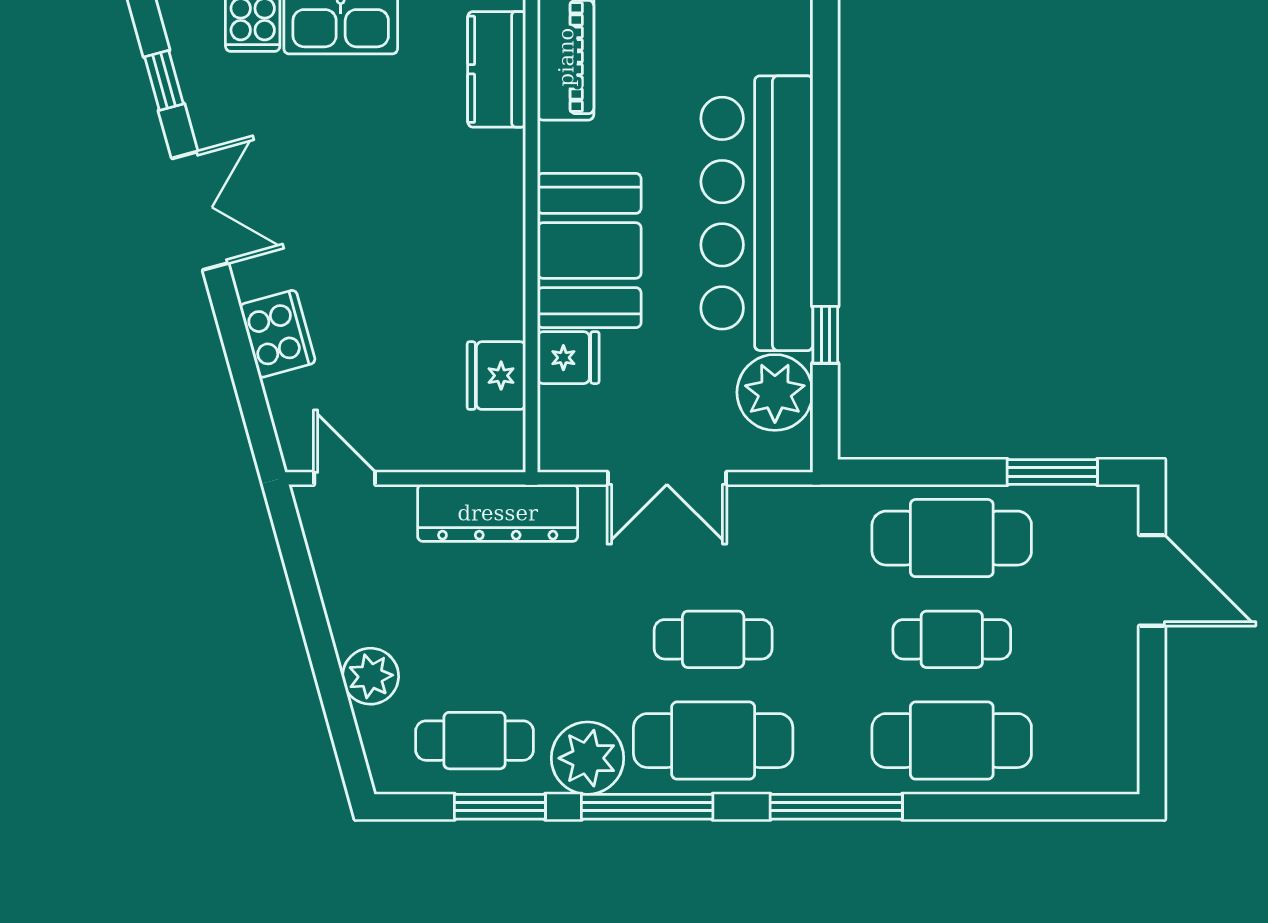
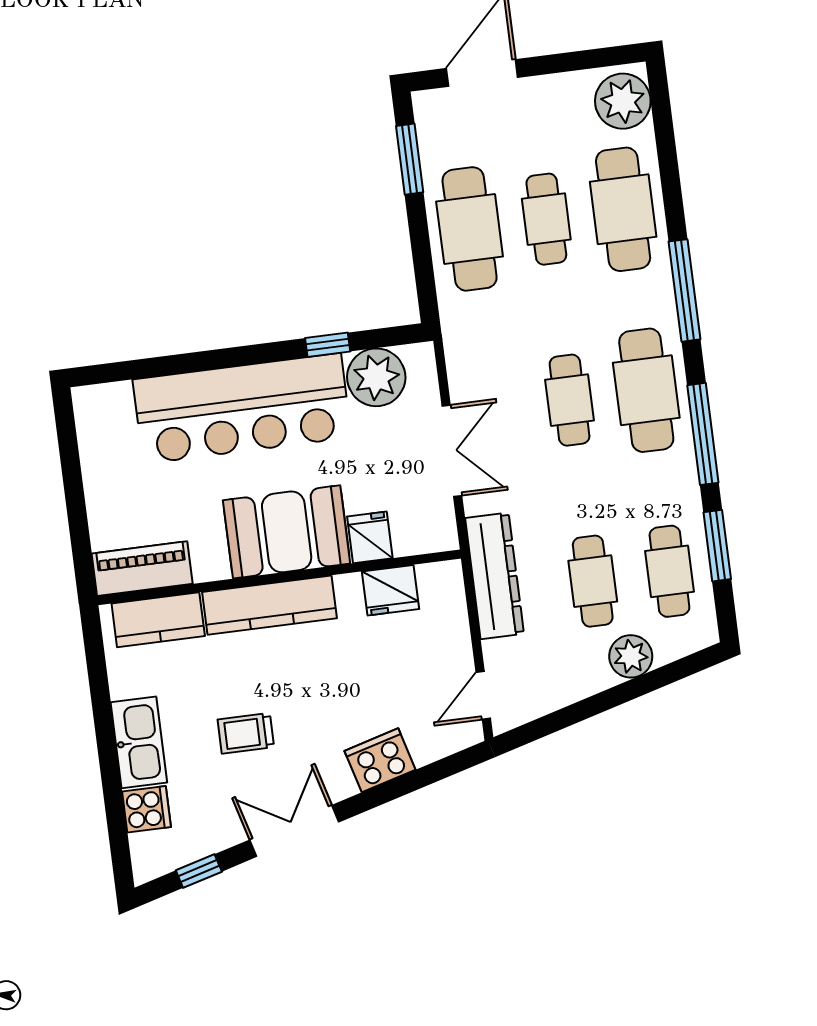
trolley: (335, 164) -> (246, 733), added
kitchen counter: (497, 216) -> (270, 605), added
cafe table: (475, 639) -> (593, 581), added
plant: (588, 758) -> (623, 101), moved

